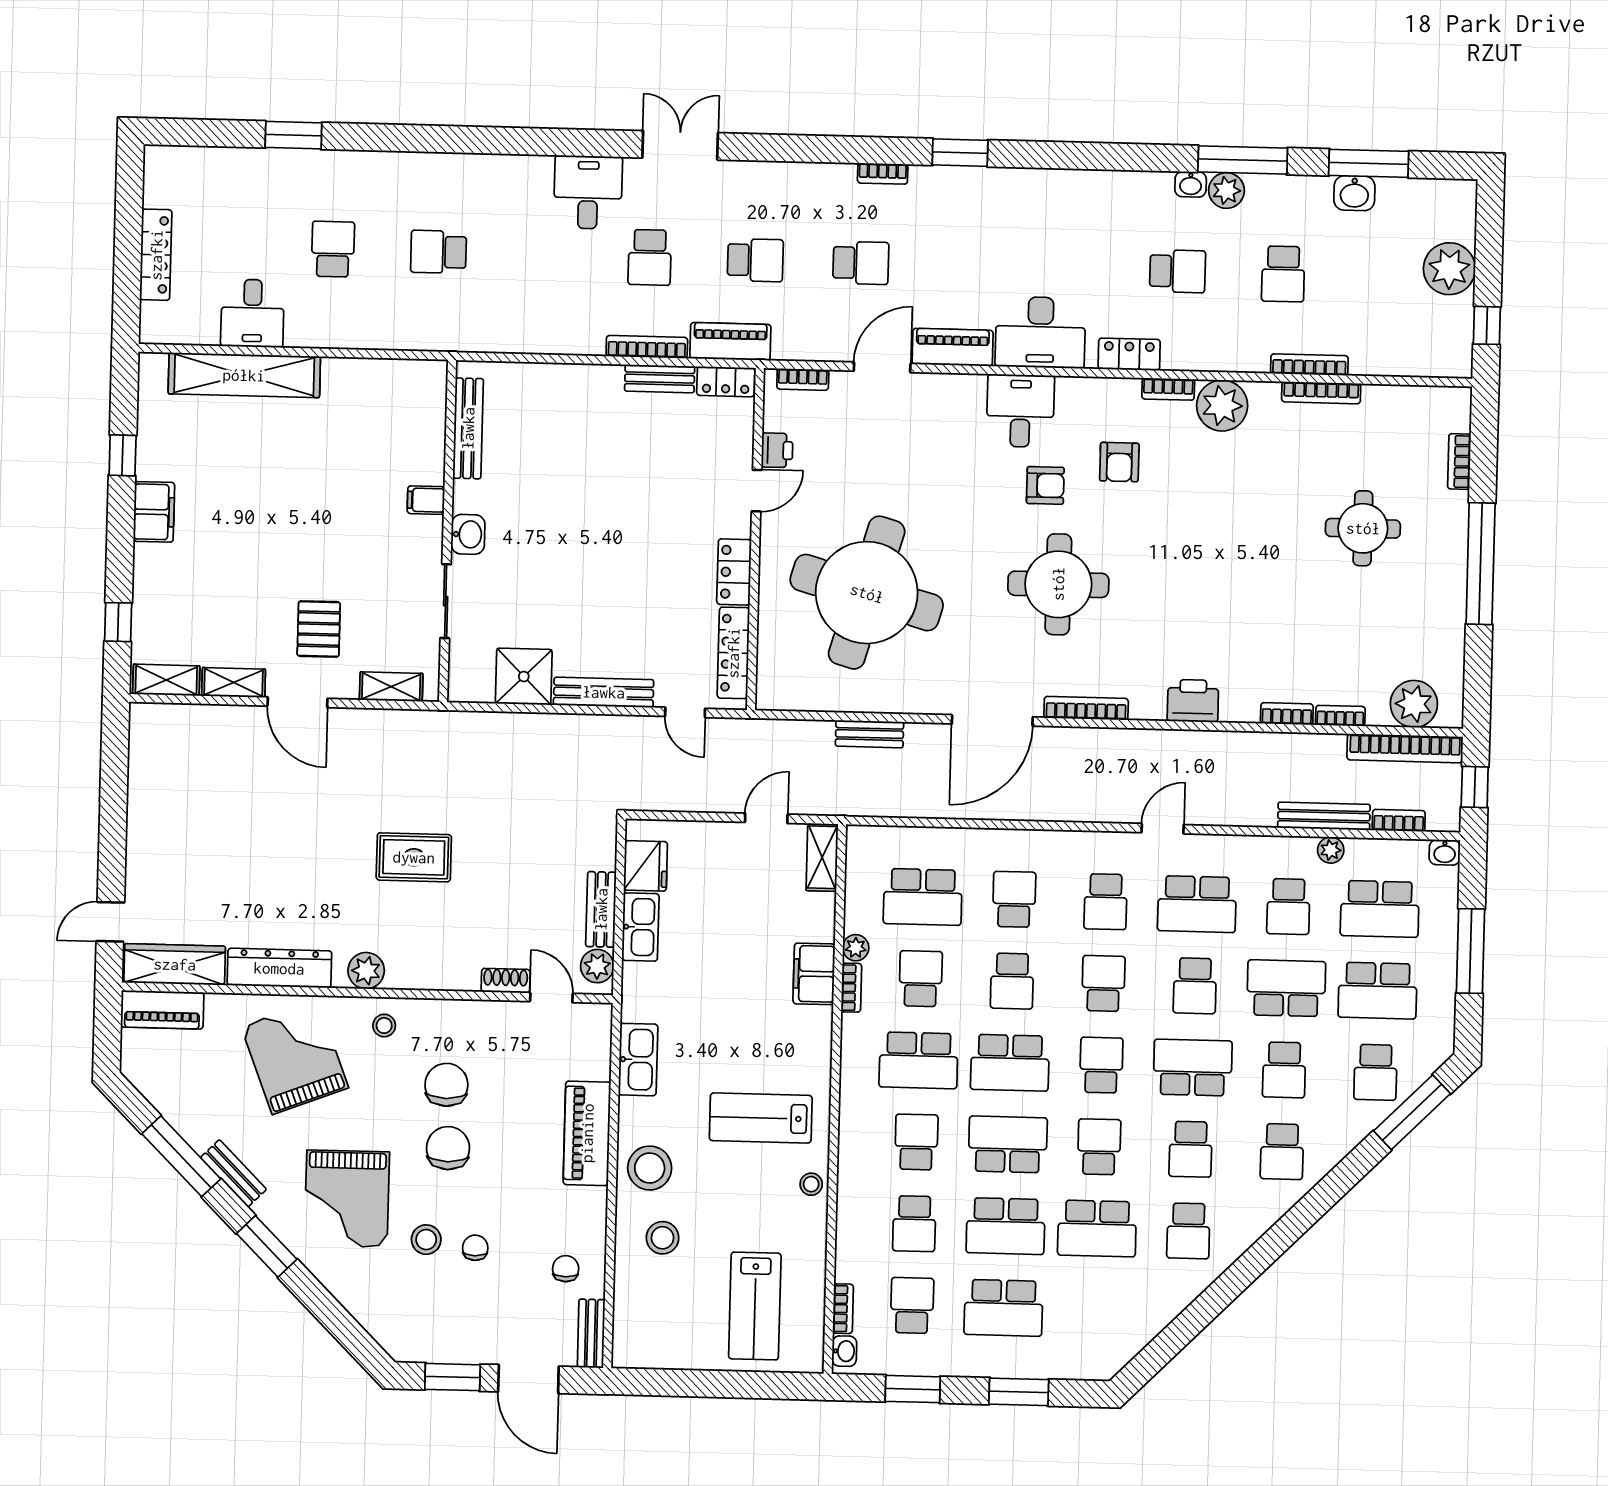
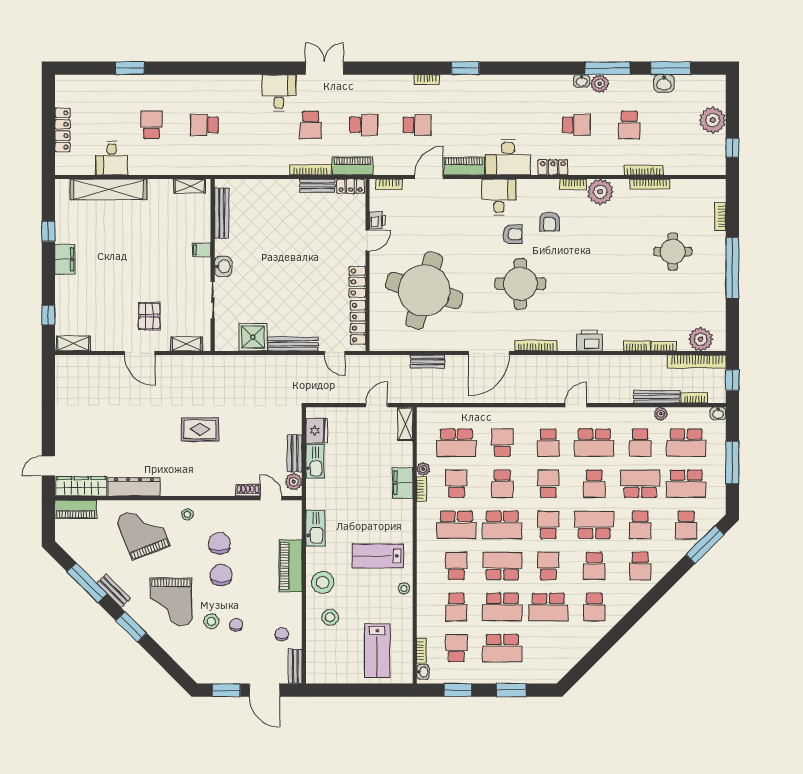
shelving: (234, 682) -> (190, 186), moved
plant: (366, 971) -> (178, 487), removed

